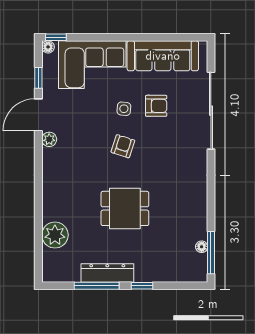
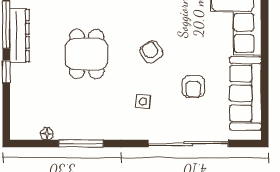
side table: (124, 109) -> (143, 102), moved
armchair: (123, 146) -> (151, 52), turned -142
window: (211, 253) -> (81, 144), moved

